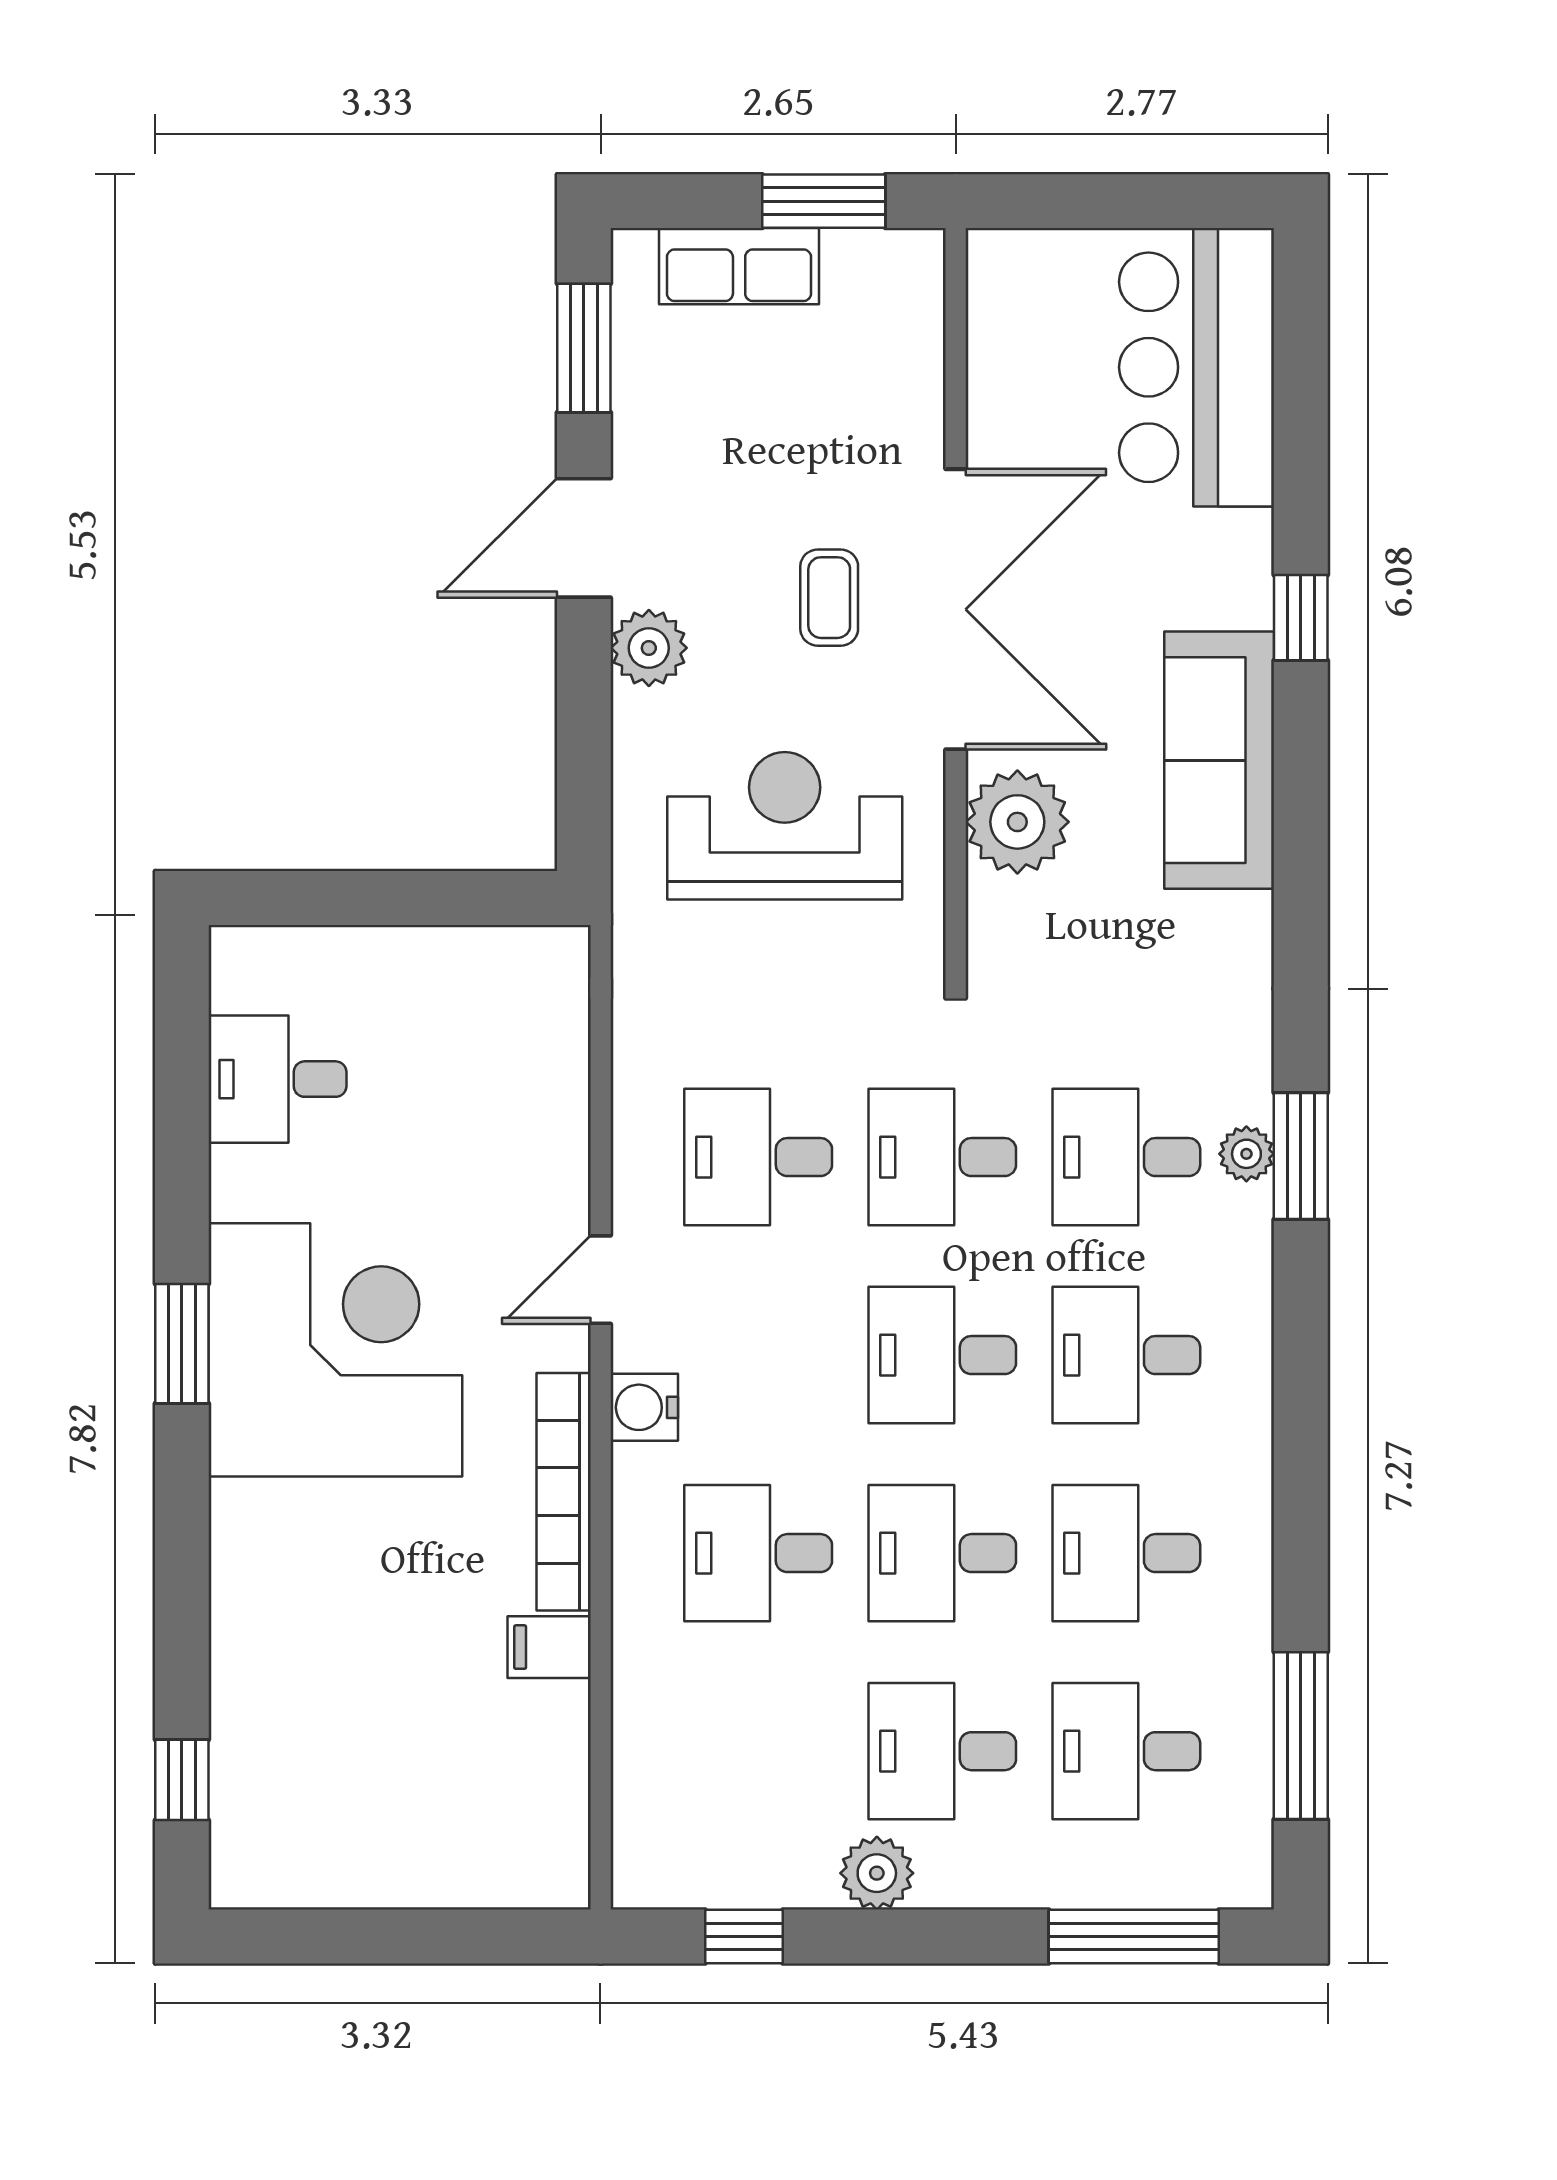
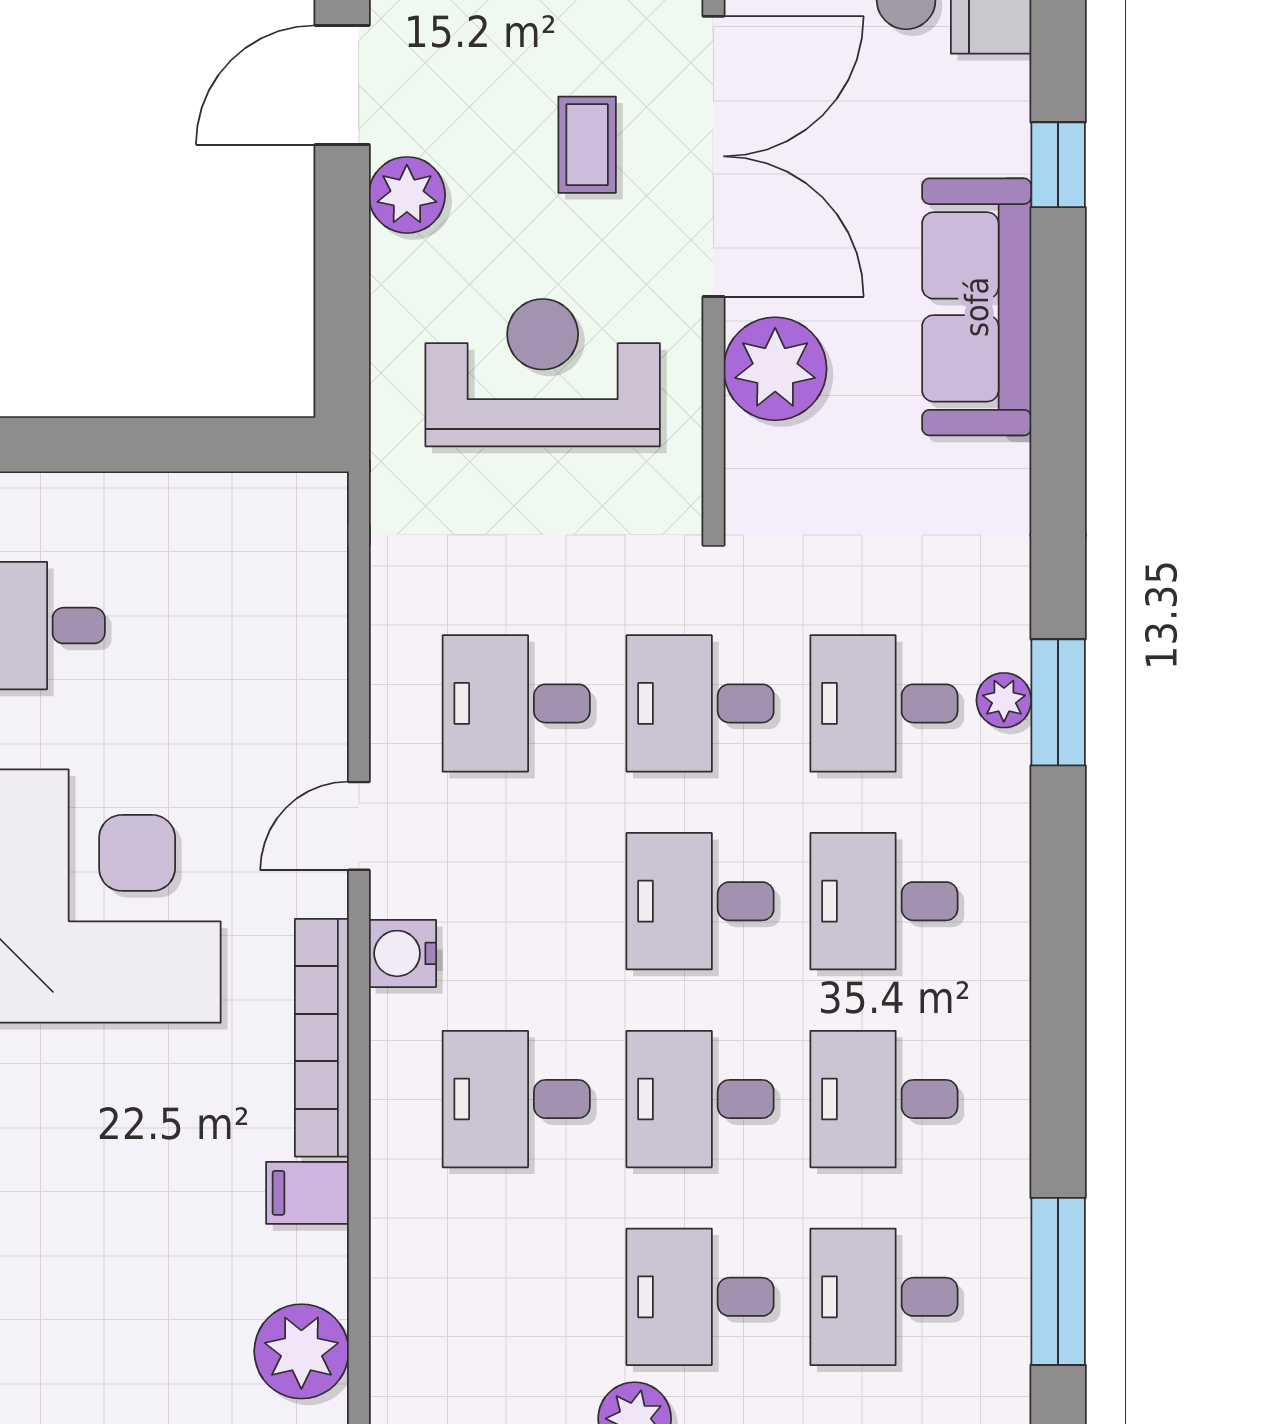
plant: (543, 1806) -> (301, 1351), added

